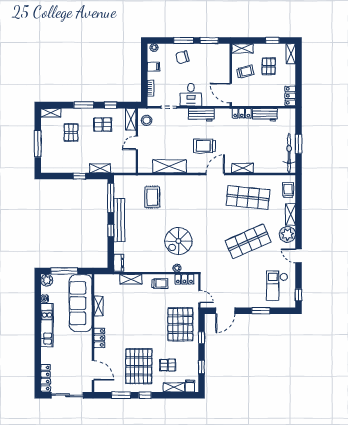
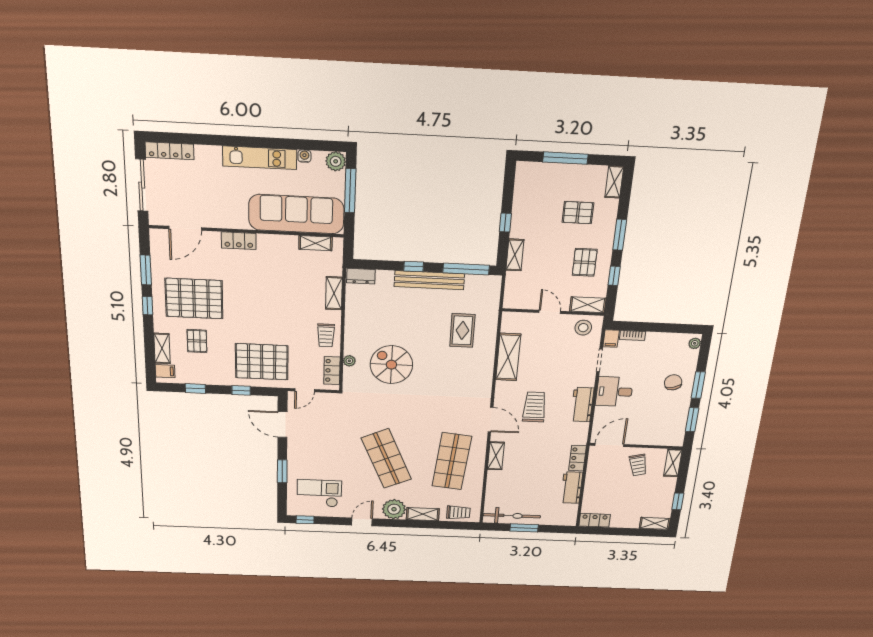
pallet: (269, 66) -> (641, 495), removed
filing cabinet: (153, 67) -> (611, 339), moved
rug: (152, 197) -> (462, 330), turned 90
shelving: (99, 306) -> (315, 243), moved

